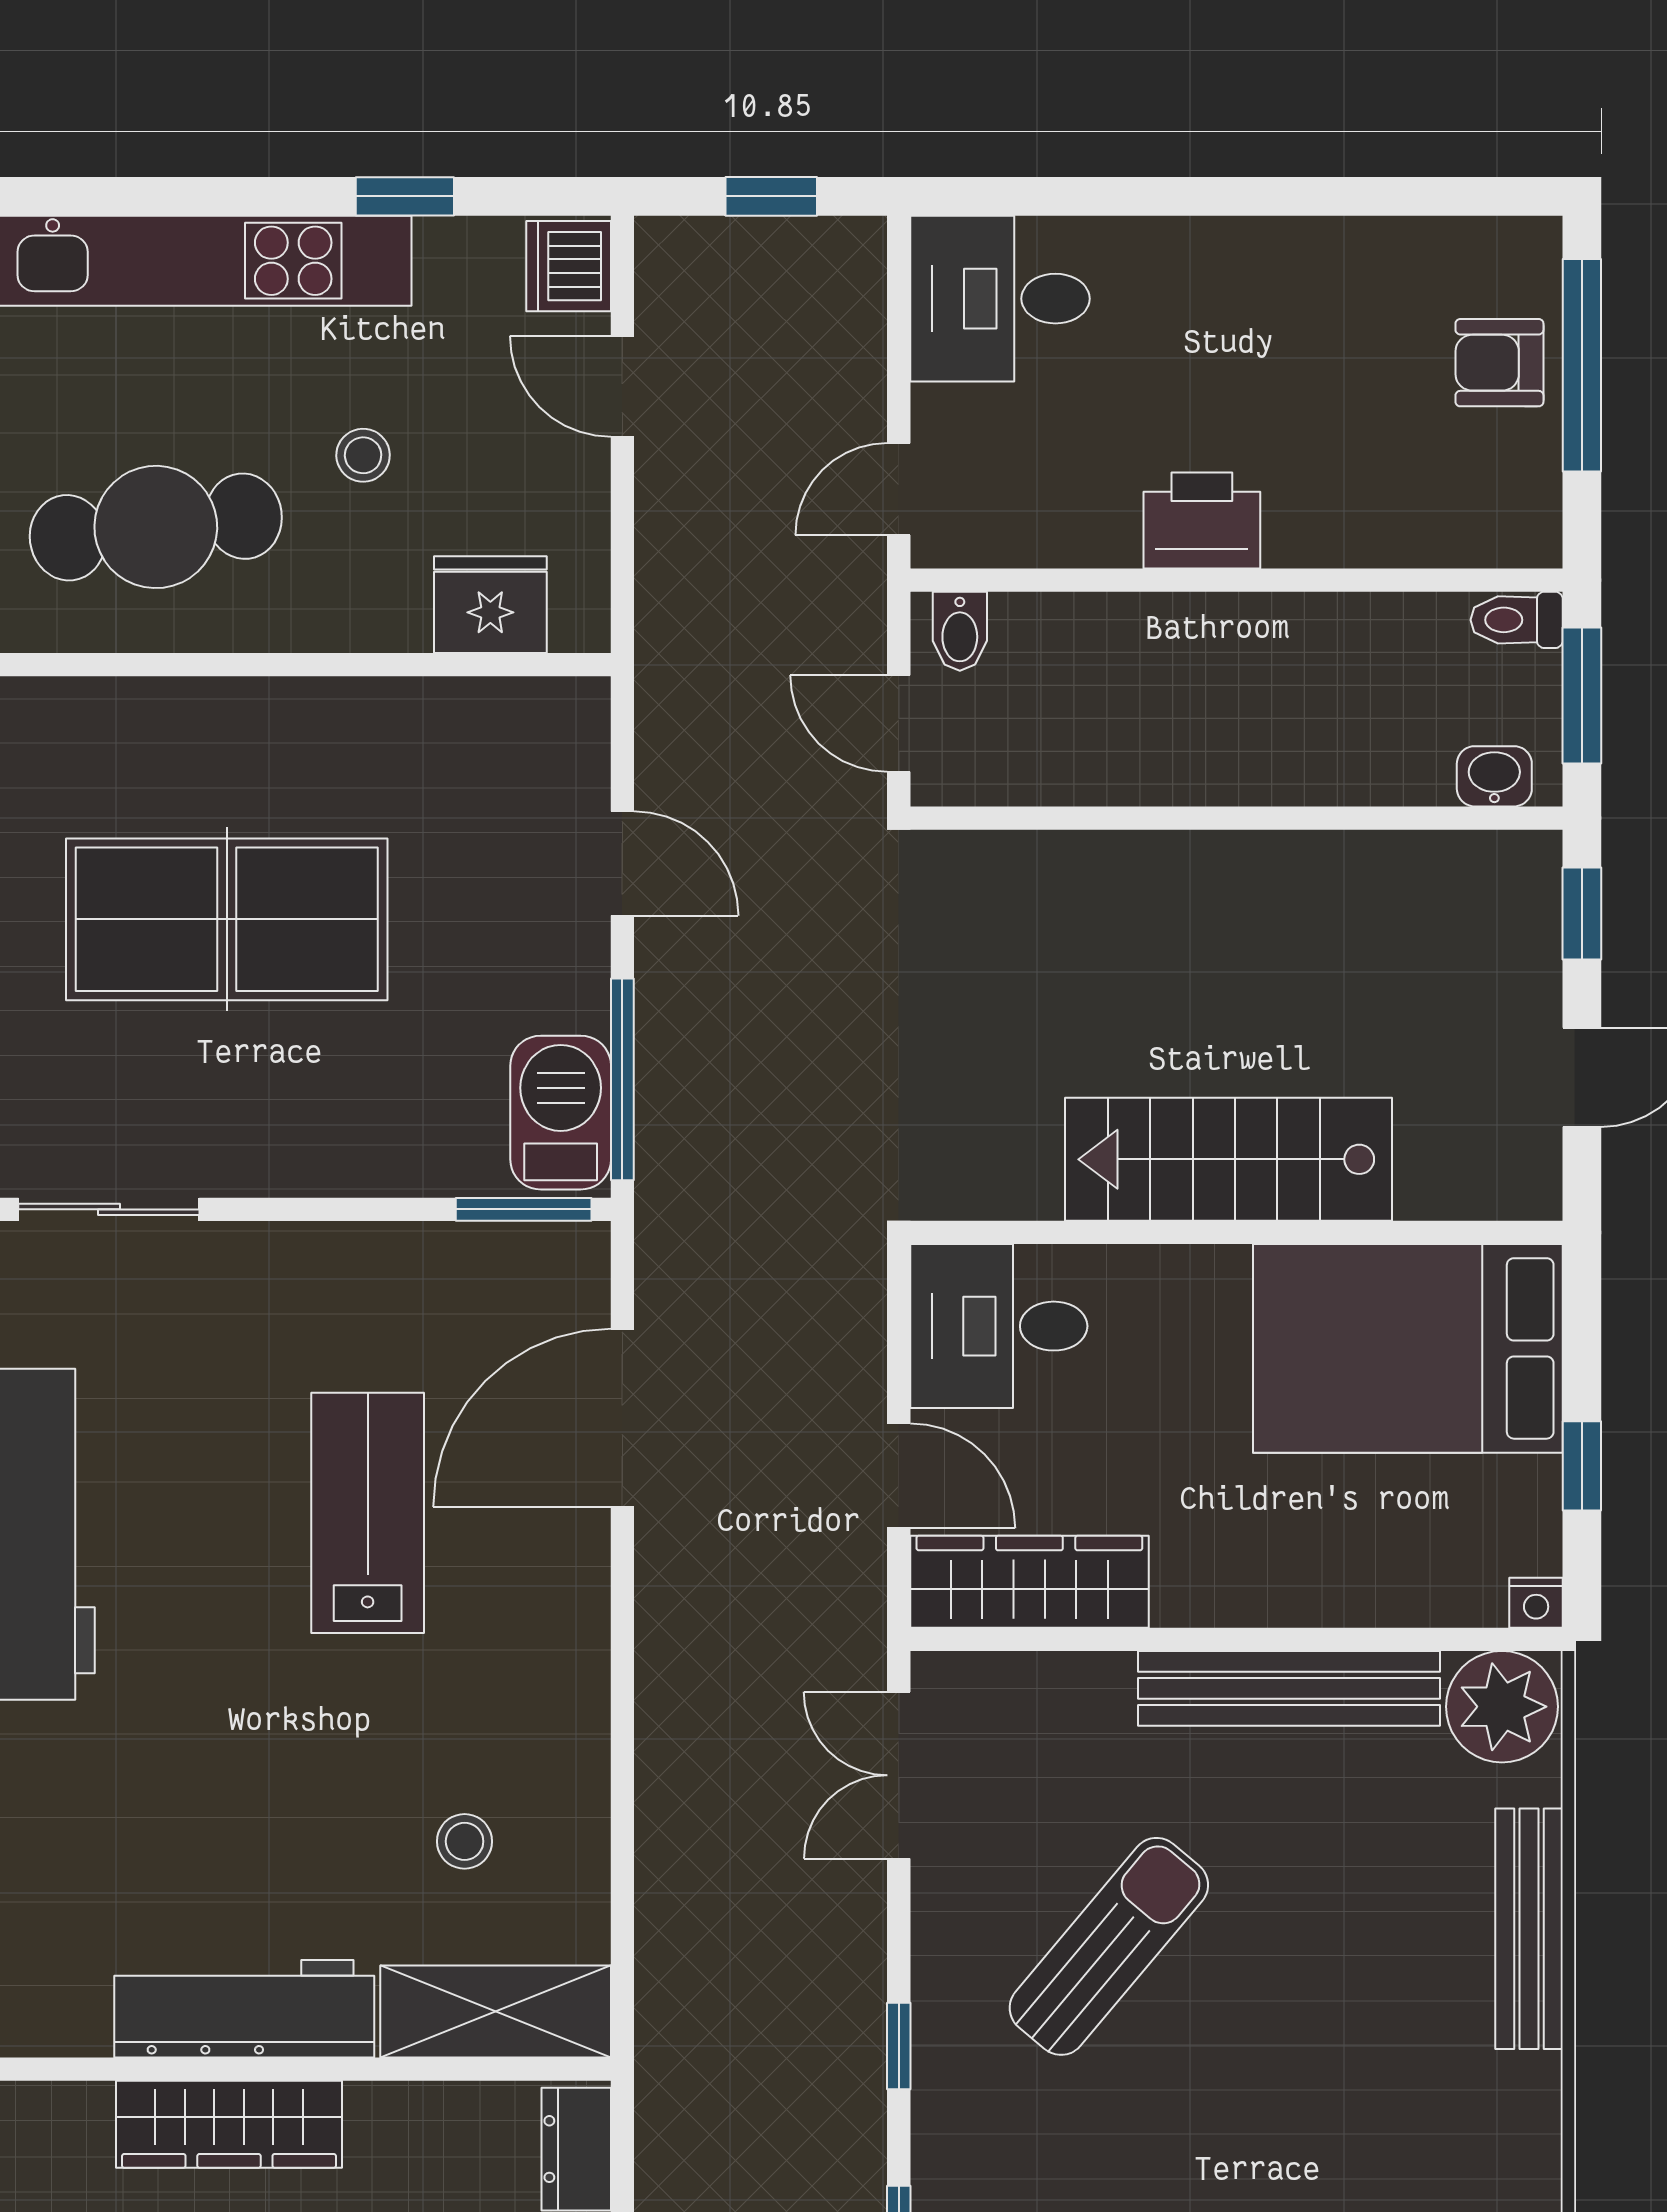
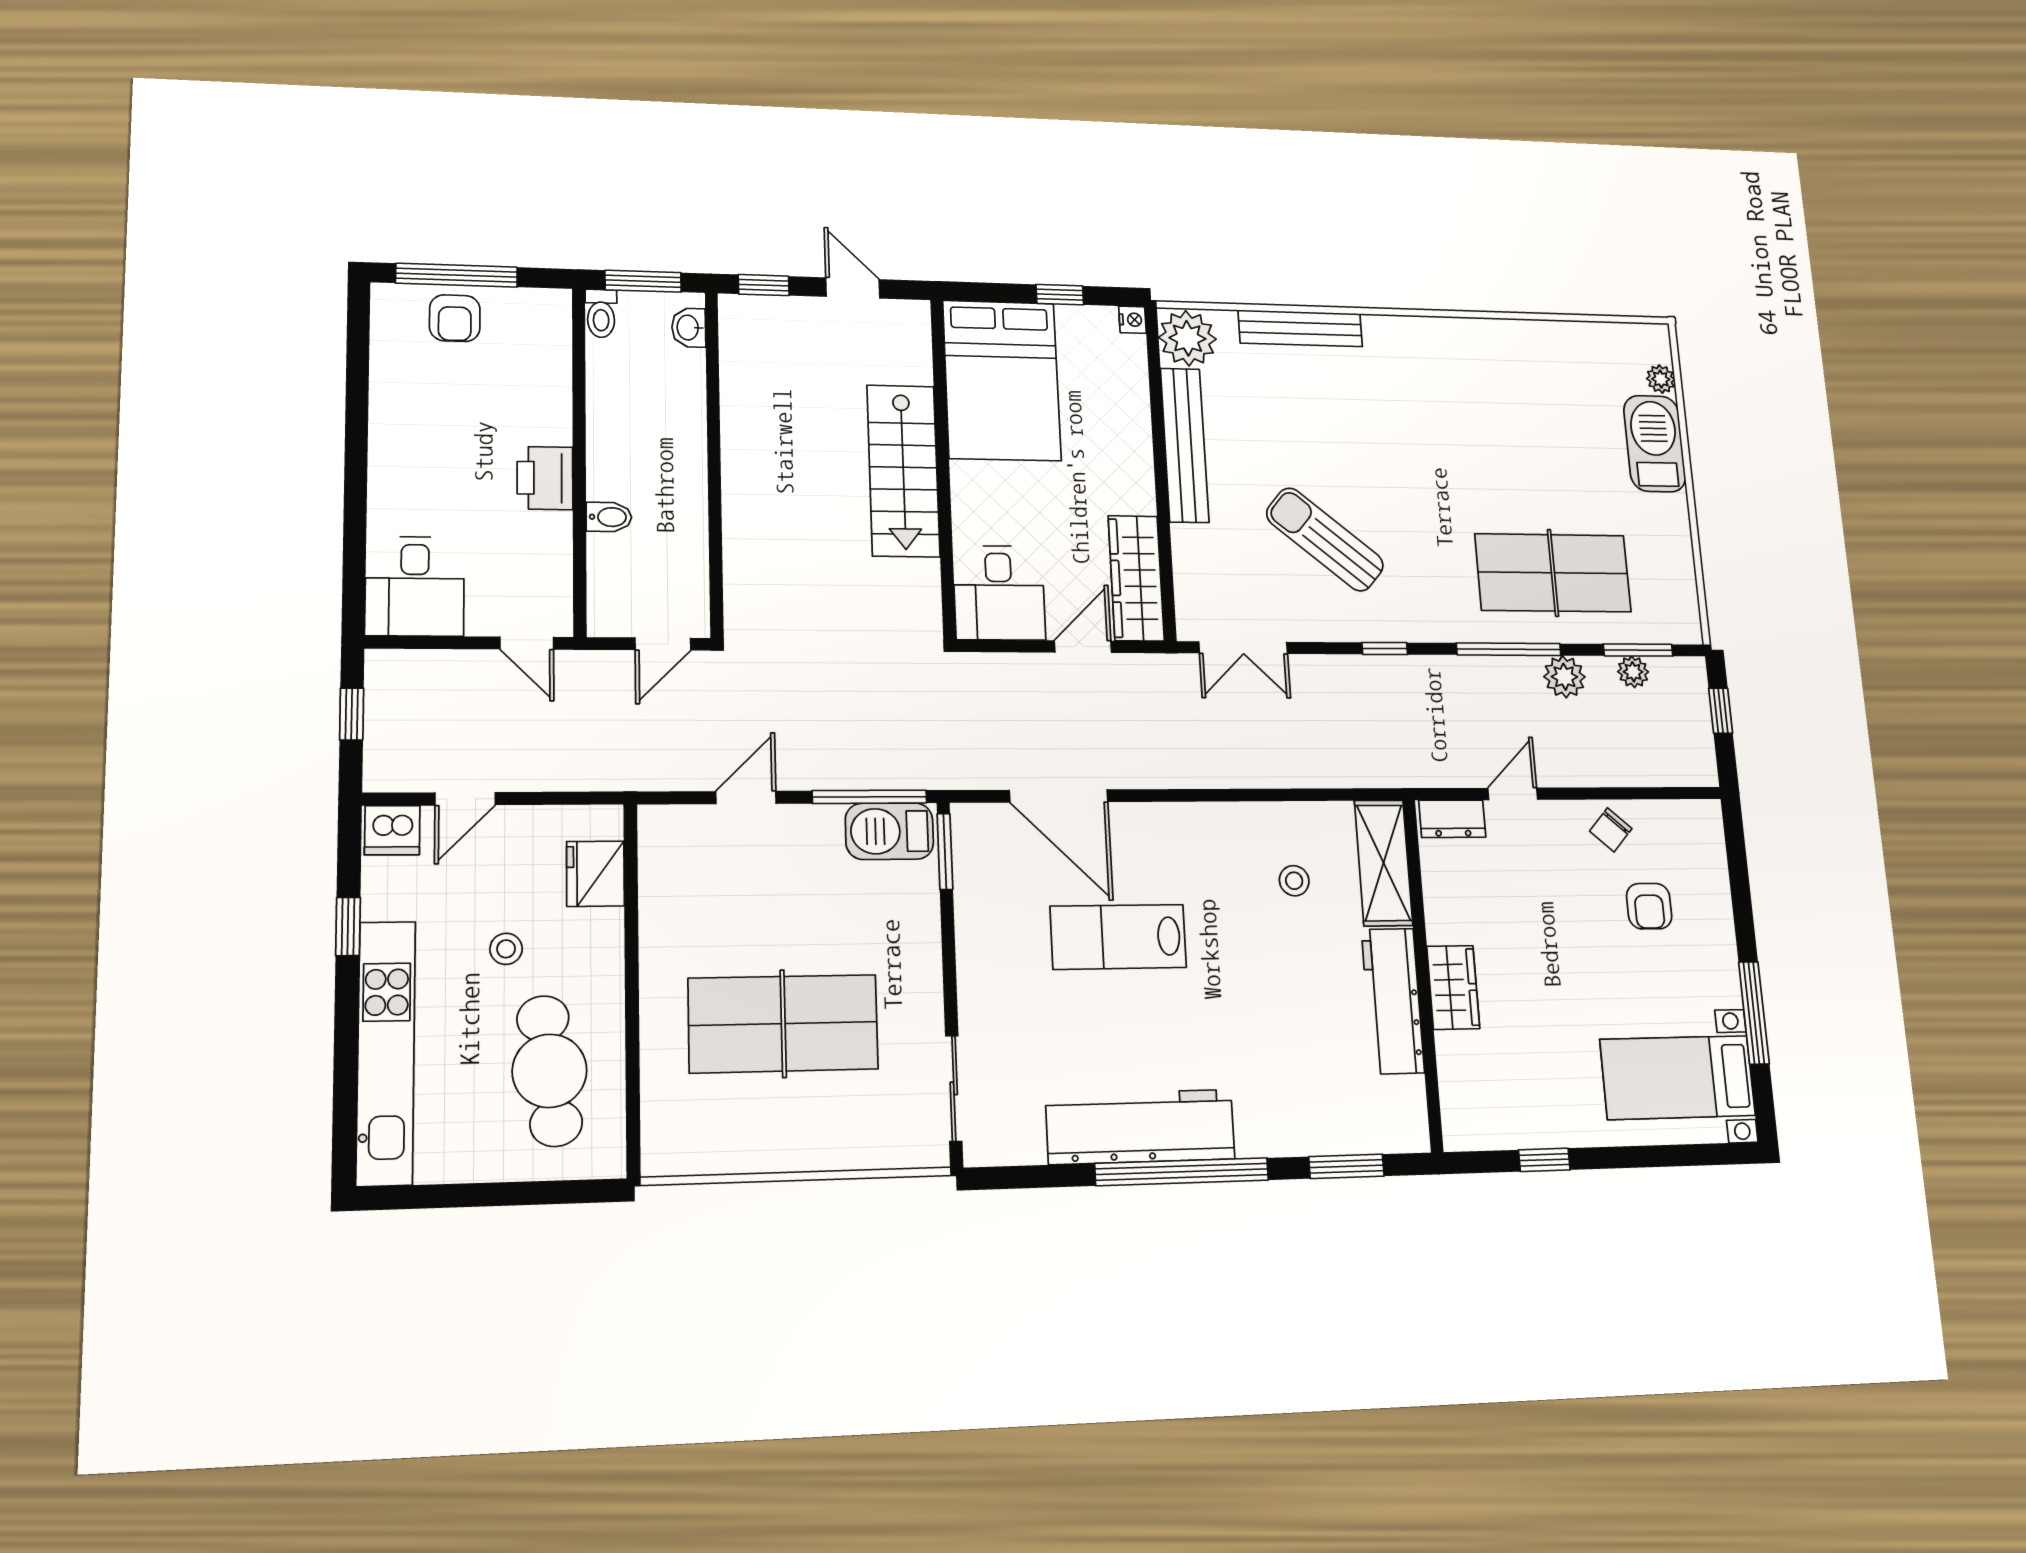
bidet: (960, 631) -> (609, 517), moved
table tennis table: (227, 919) -> (783, 1024), turned 90
wardrobe: (229, 2124) -> (1453, 987), width x0.67

